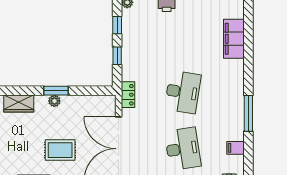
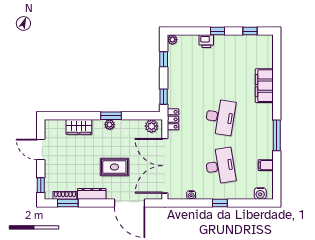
filing cabinet: (234, 39) -> (264, 86), moved
window: (117, 56) -> (164, 97), moved
plant: (103, 103) -> (152, 126), added

